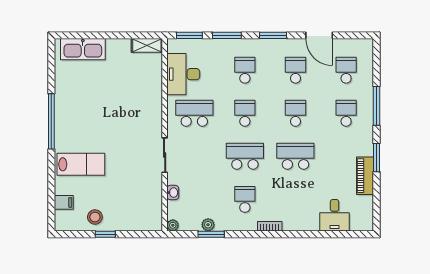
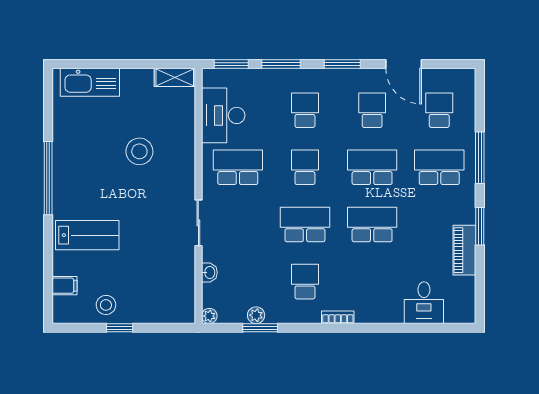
stool: (120, 101) -> (139, 151), added
school desk: (295, 113) -> (372, 167), width x1.85
school desk: (346, 113) -> (439, 167), width x1.85

